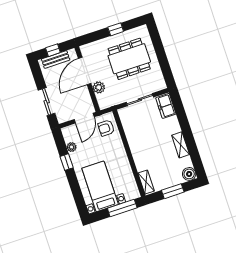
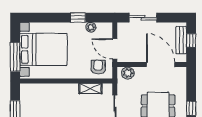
plant: (99, 87) -> (128, 73), moved
shelving: (146, 182) -> (90, 89), moved
bed with nightstands: (100, 186) -> (43, 49), width x1.36

